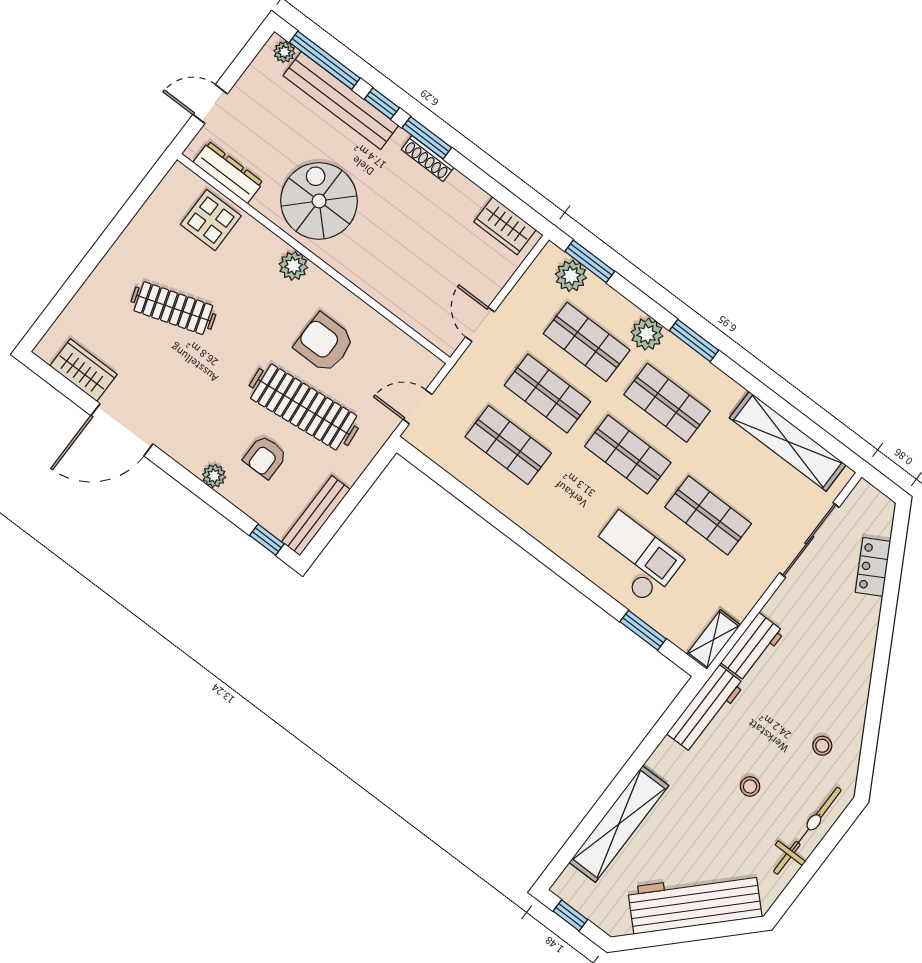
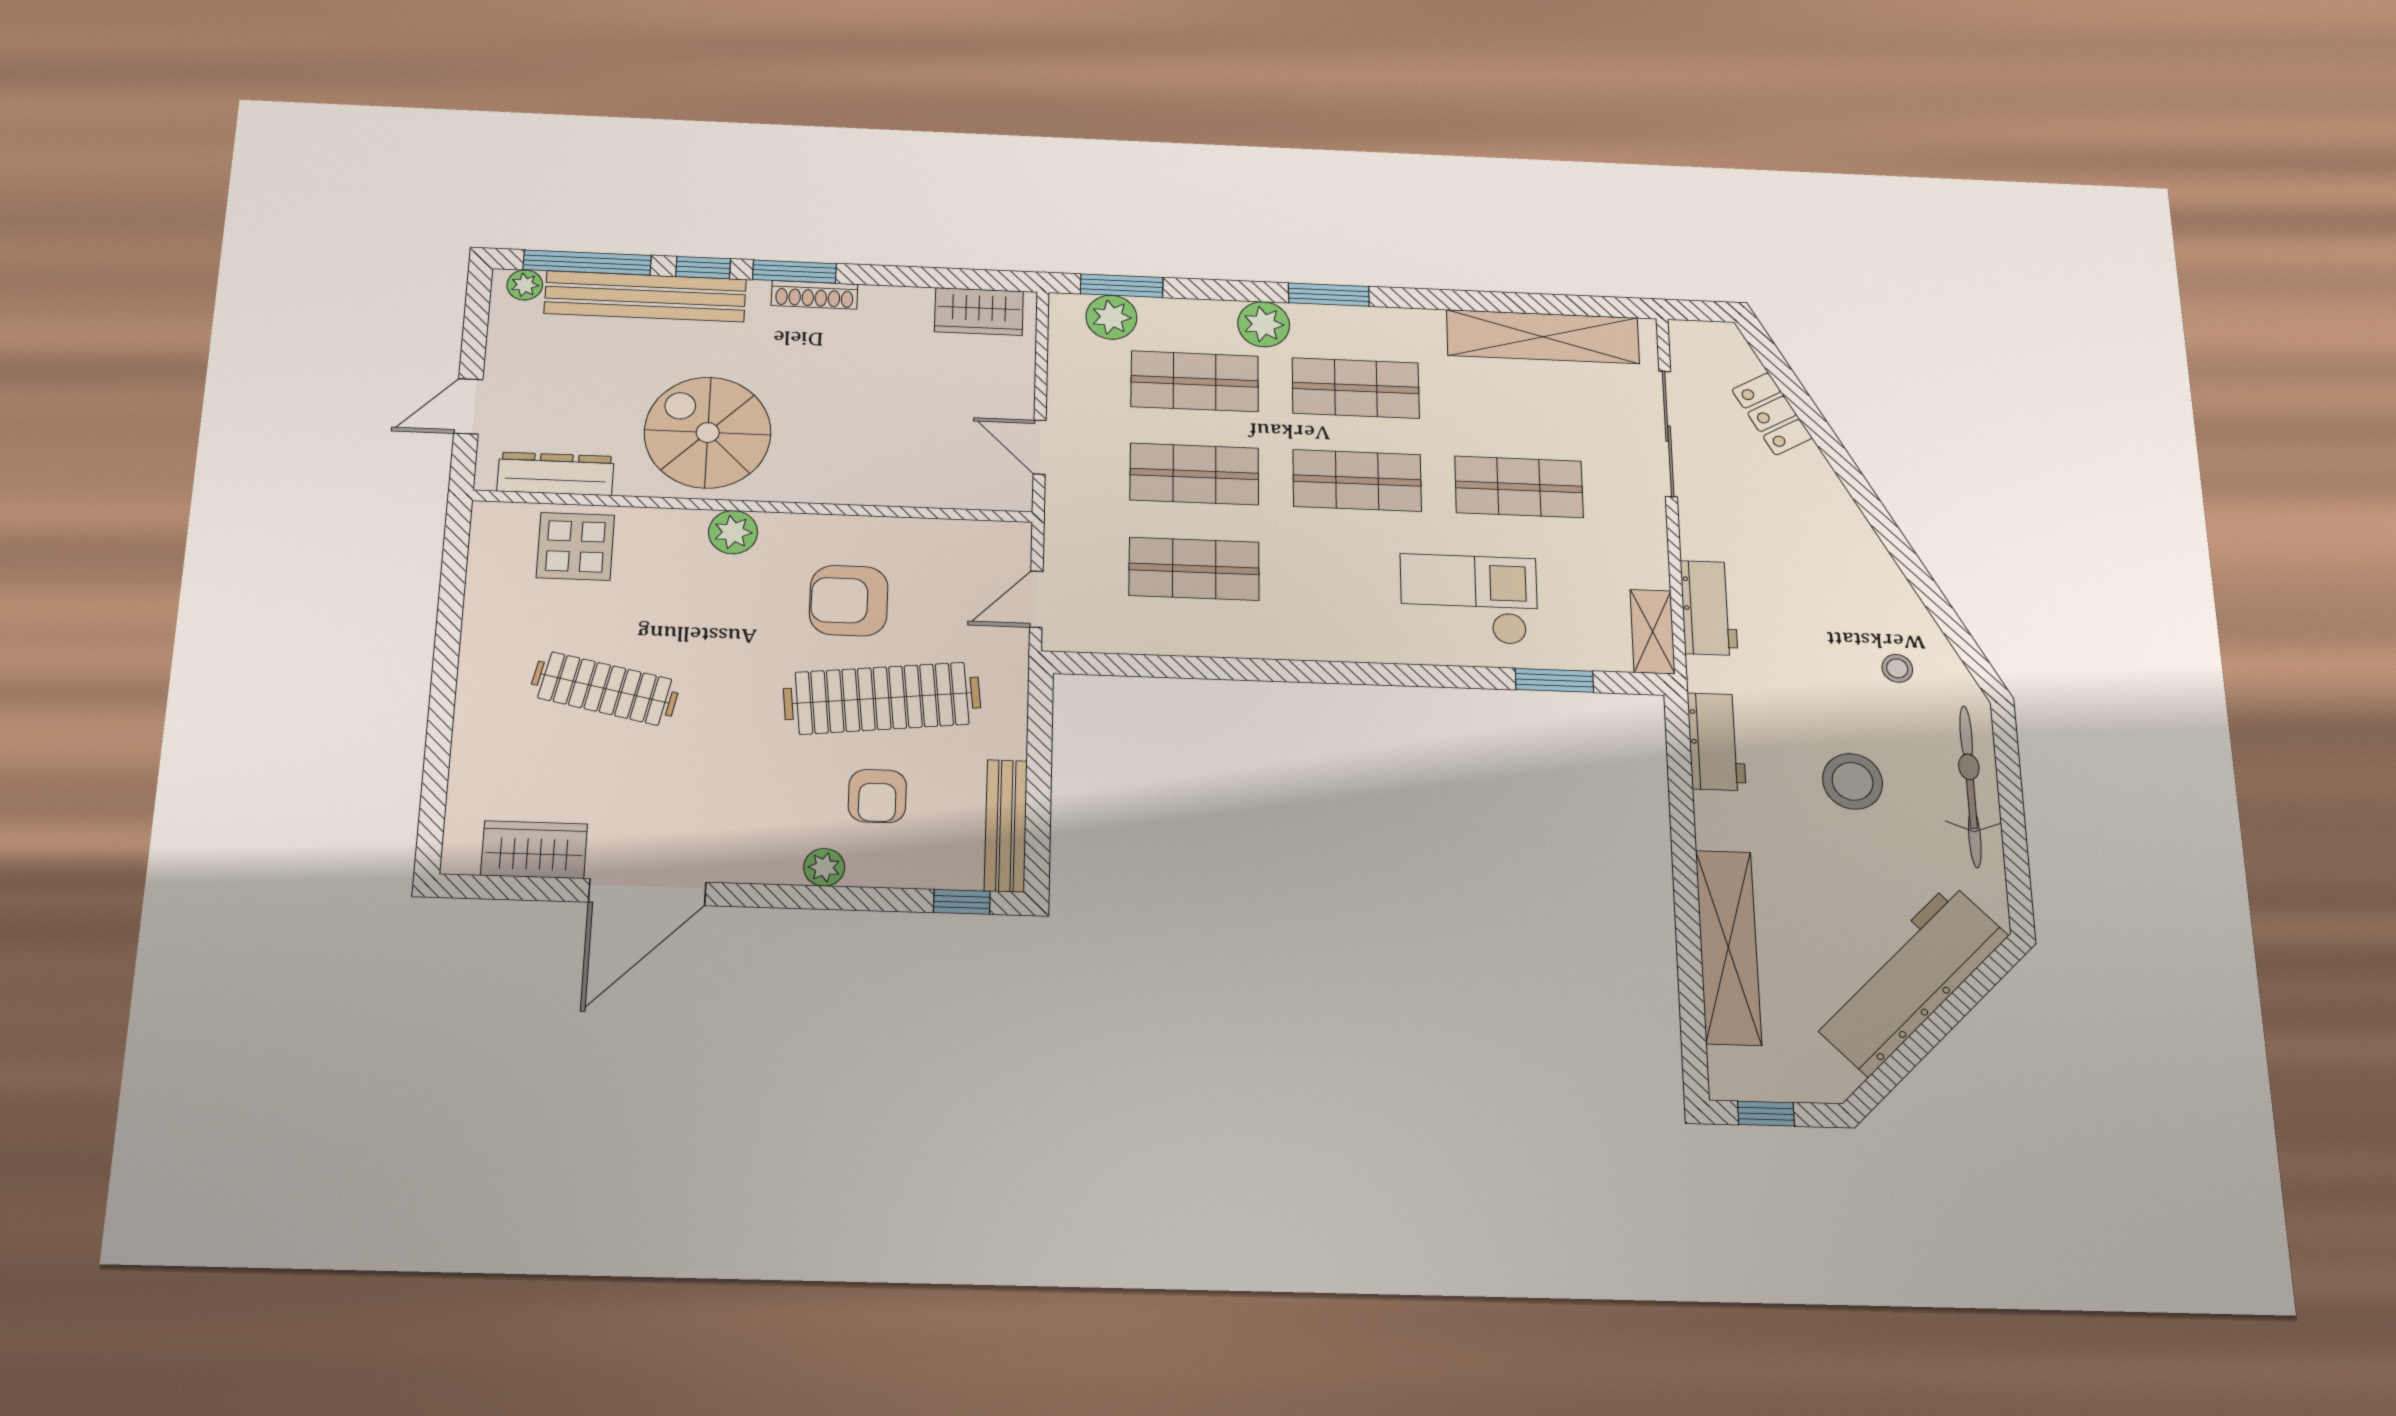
clothes rail: (173, 308) -> (605, 689), turned 30
workbench: (706, 709) -> (1716, 742), width x0.73
stool: (750, 786) -> (1853, 781), width x1.89, depth x1.89

